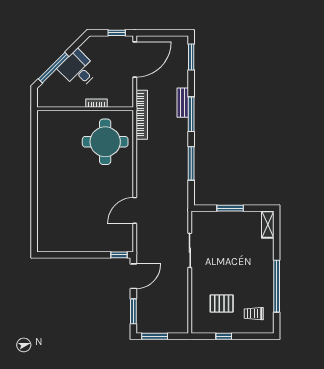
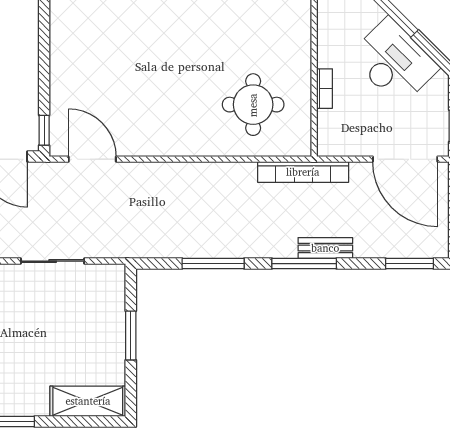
desk: (78, 69) -> (394, 62), width x1.37
round table: (105, 142) -> (253, 105), width x0.73, depth x0.73
door: (135, 210) -> (92, 159), moved
shelving: (268, 224) -> (88, 401), width x1.50, depth x1.33

